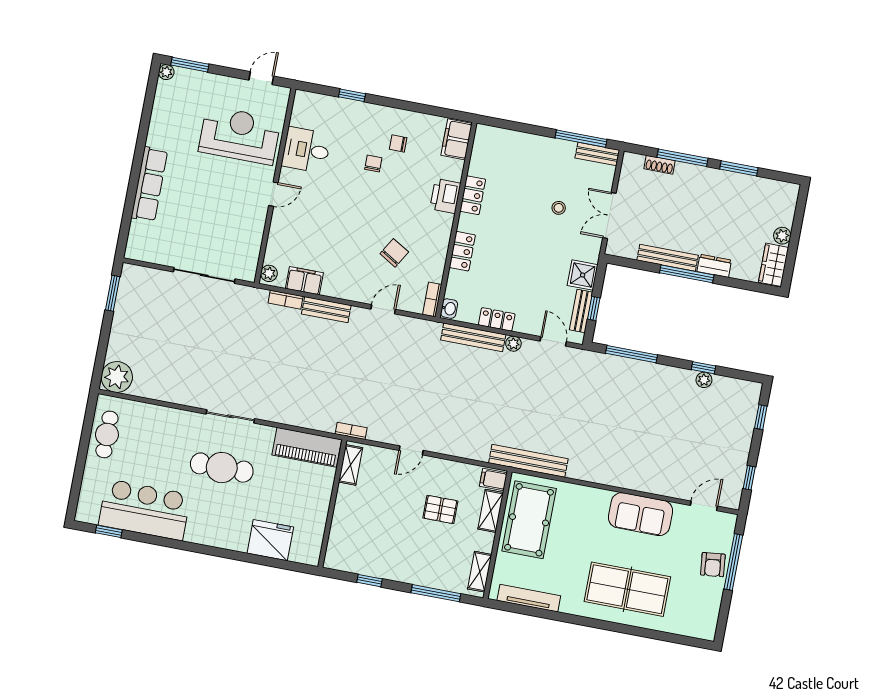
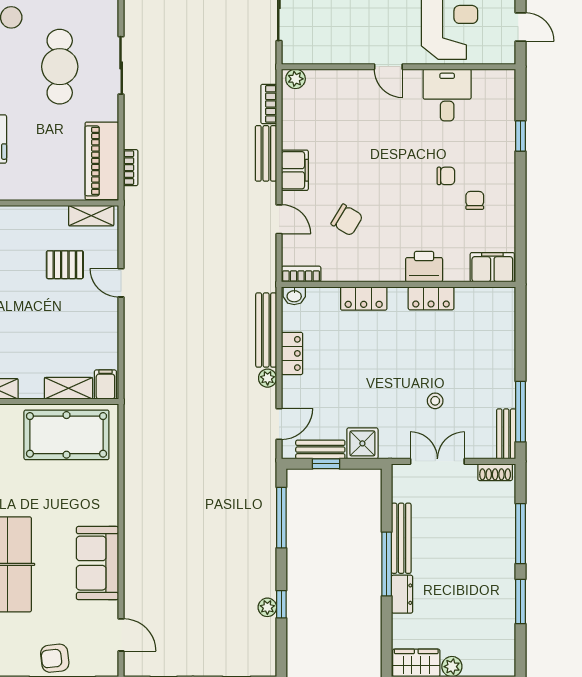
shoe rack: (660, 165) -> (495, 472), moved, turned -90
filing cabinet: (304, 281) -> (295, 170), moved
bookcase: (351, 431) -> (131, 168), moved
bench: (528, 461) -> (135, 421), removed
pallet: (440, 509) -> (65, 265), moved, turned 90

